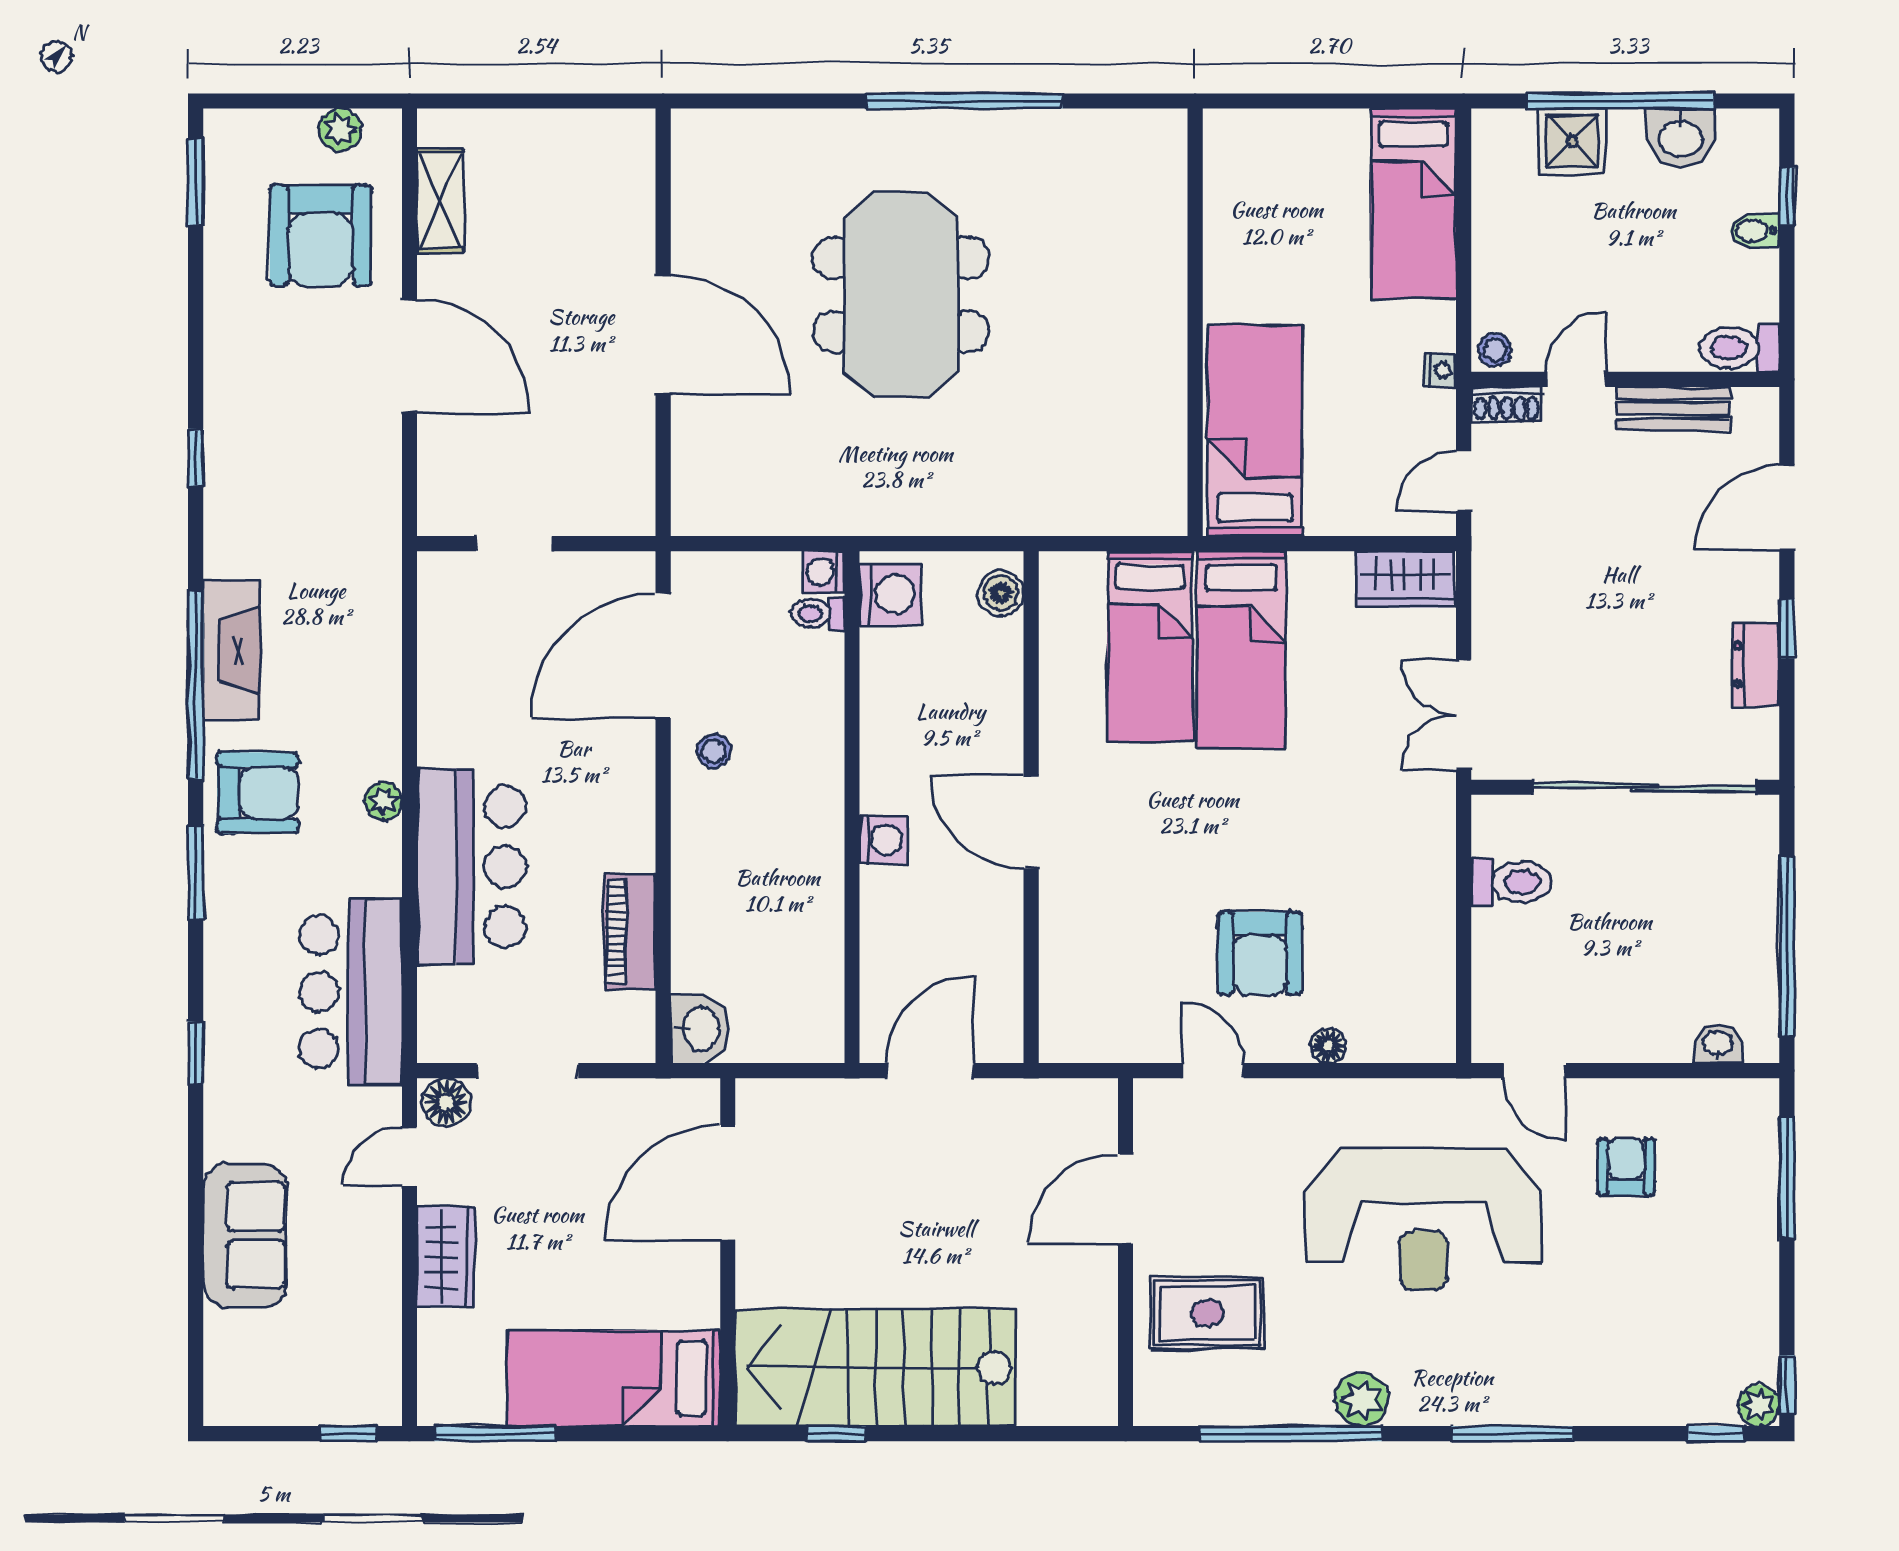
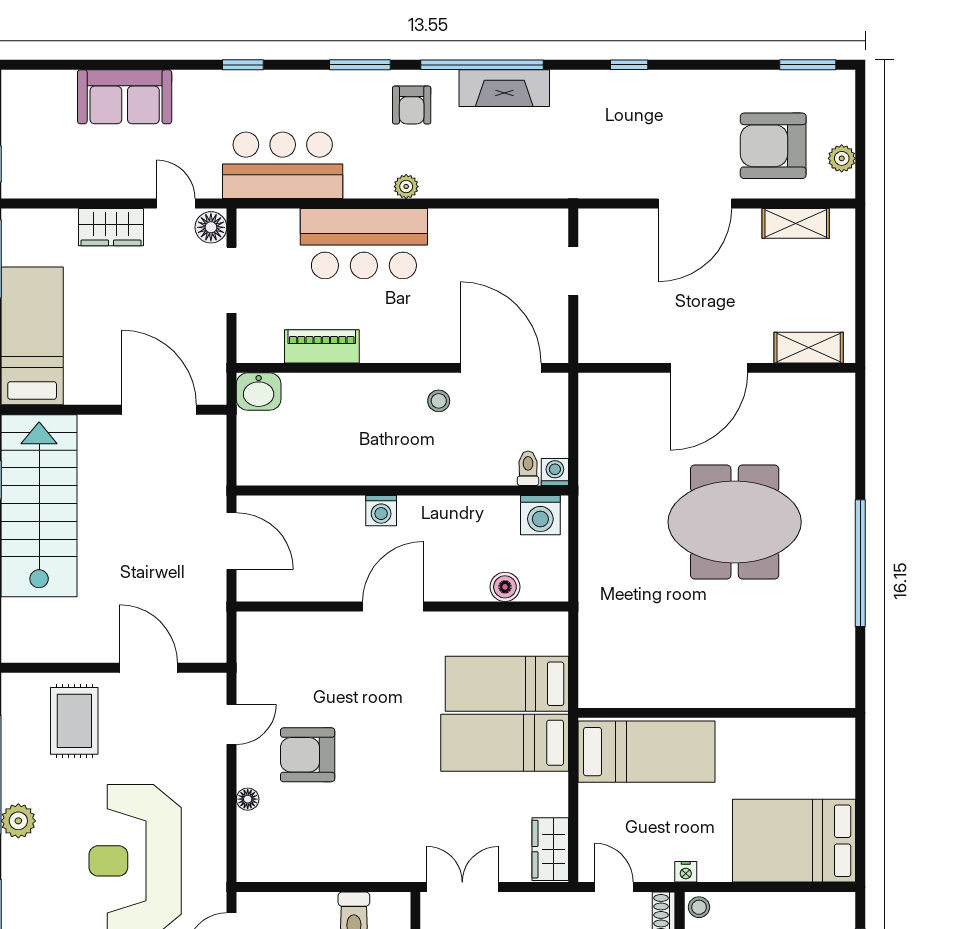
shelving: (632, 181) -> (809, 348), added
bed: (1414, 203) -> (794, 841), width x1.50
boiler: (1001, 593) -> (505, 587), moved
armchair: (258, 793) -> (412, 105), width x0.72, depth x0.72

